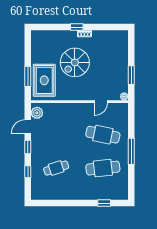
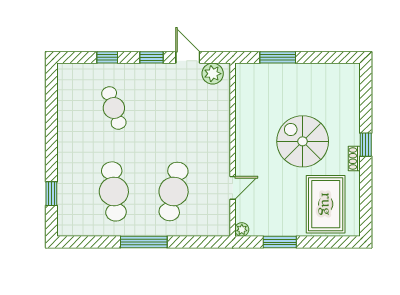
rug: (44, 80) -> (326, 204), moved, turned 90
door: (101, 102) -> (233, 188), swing flipped

